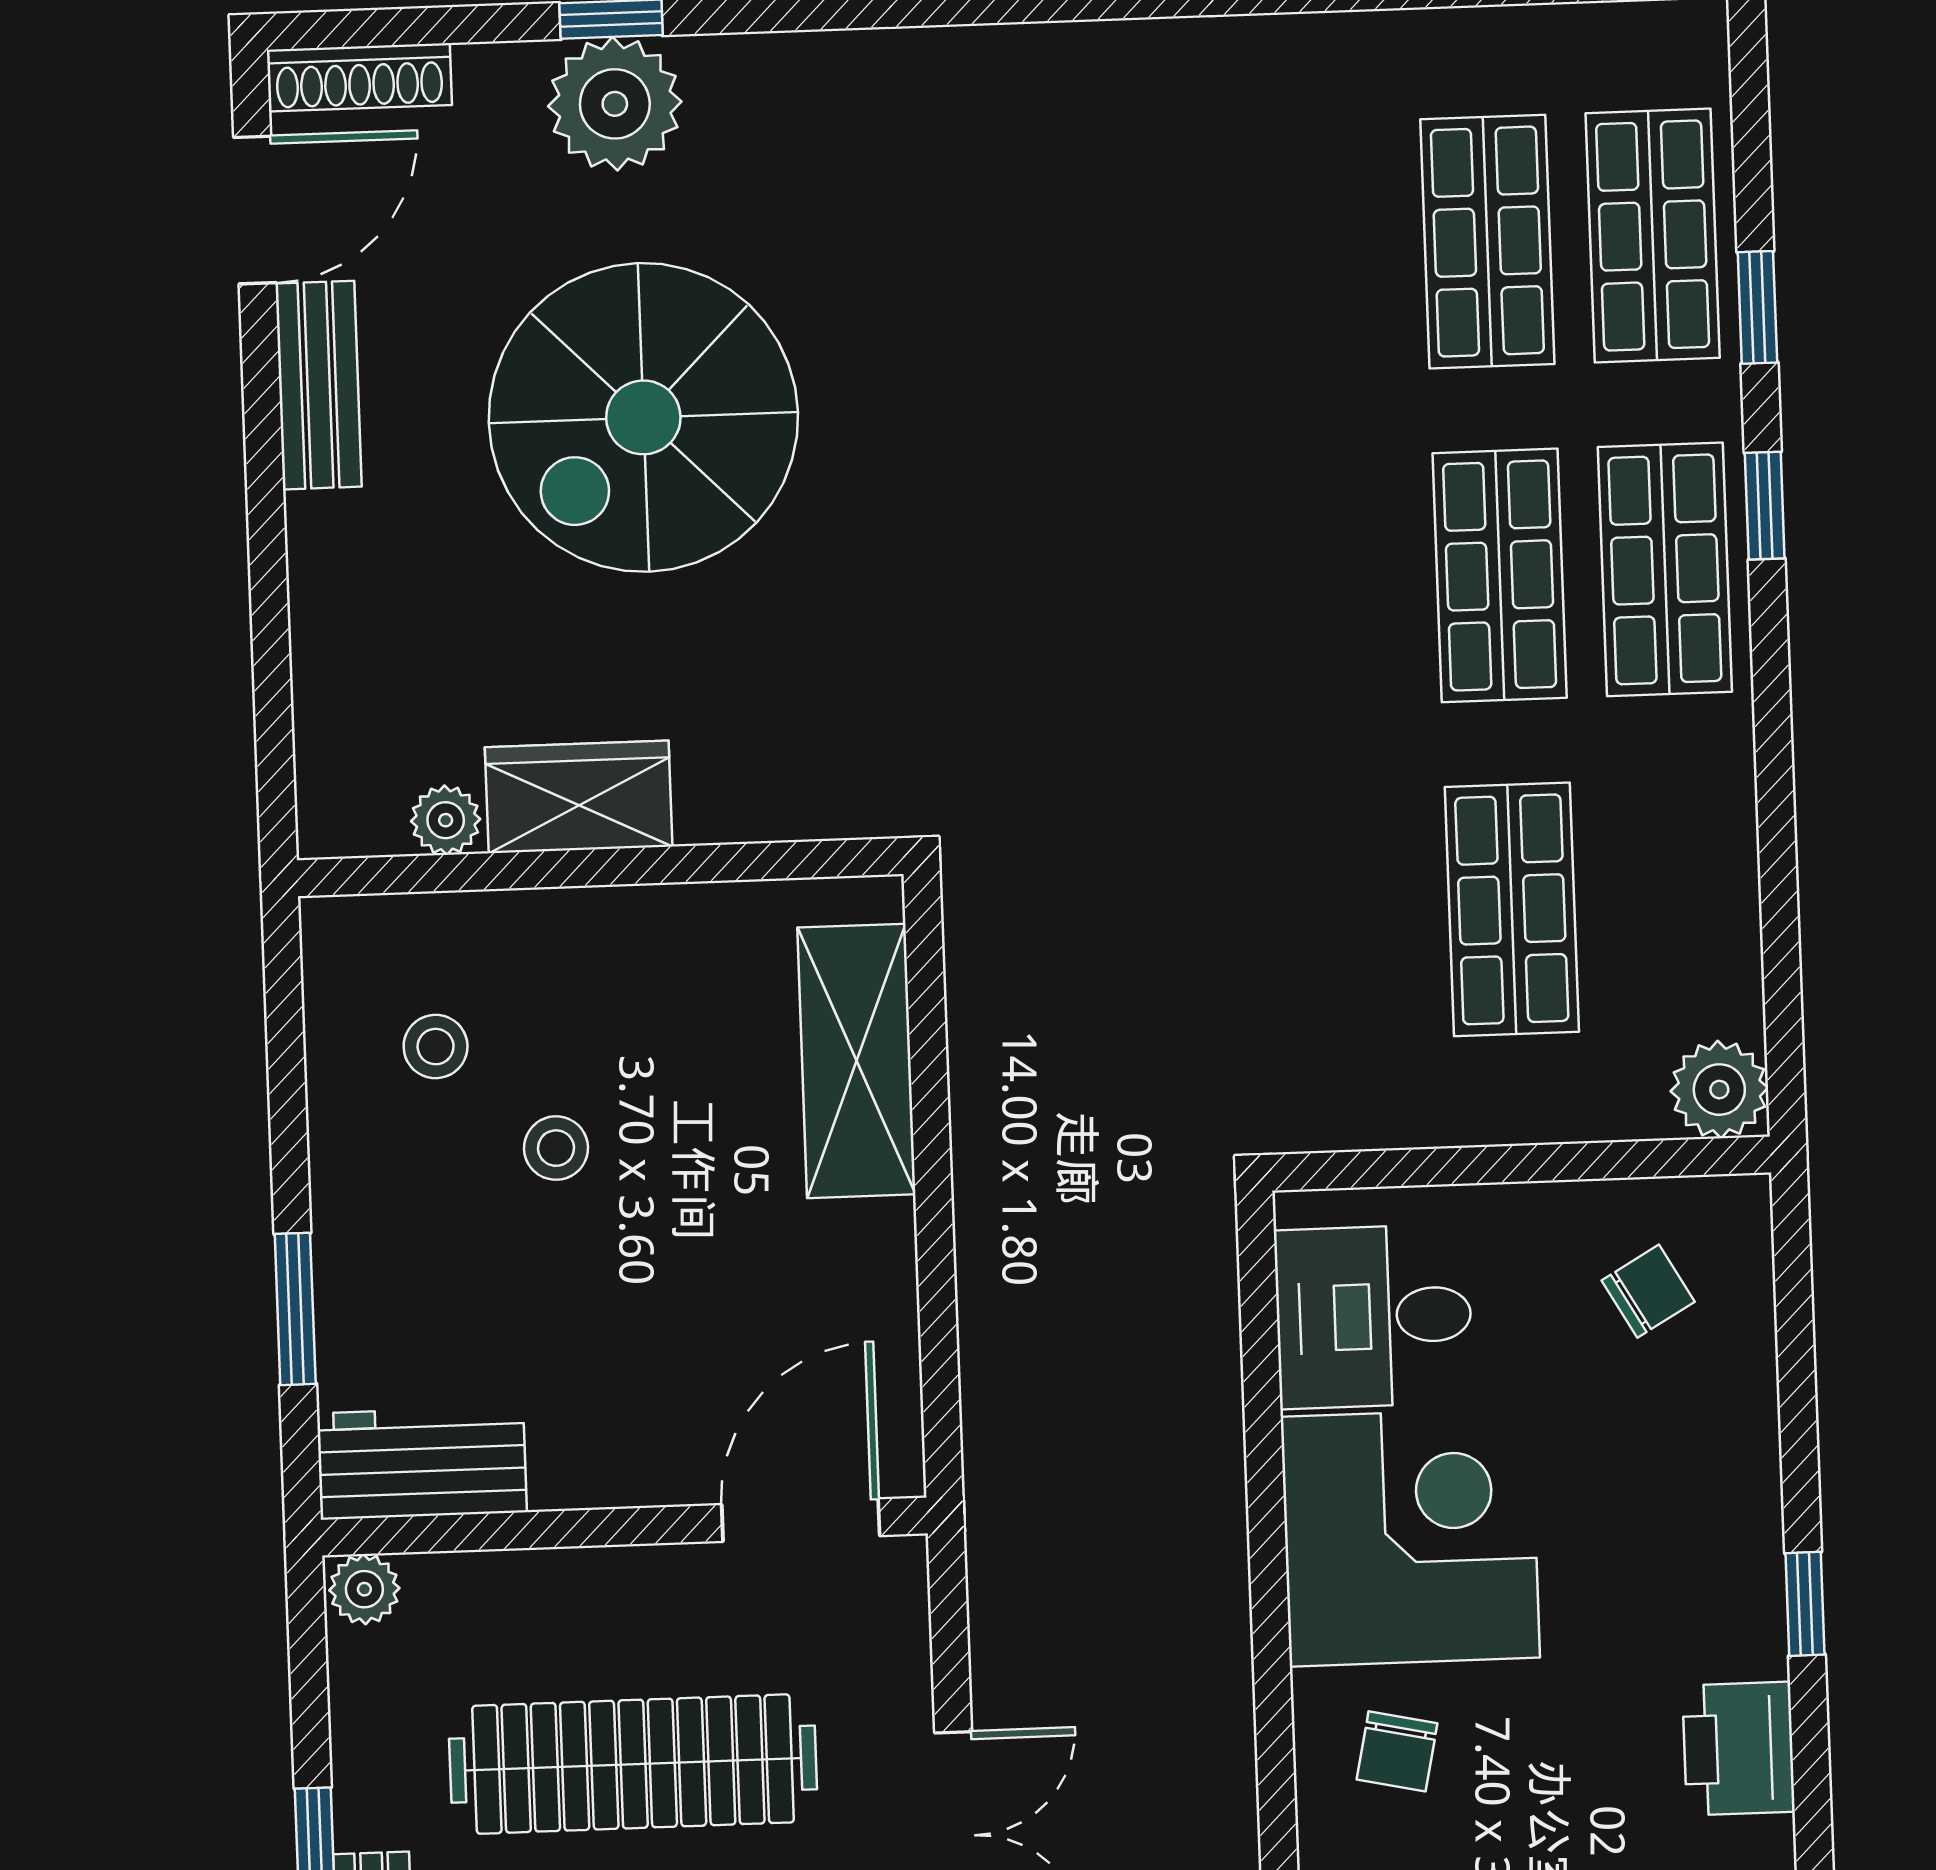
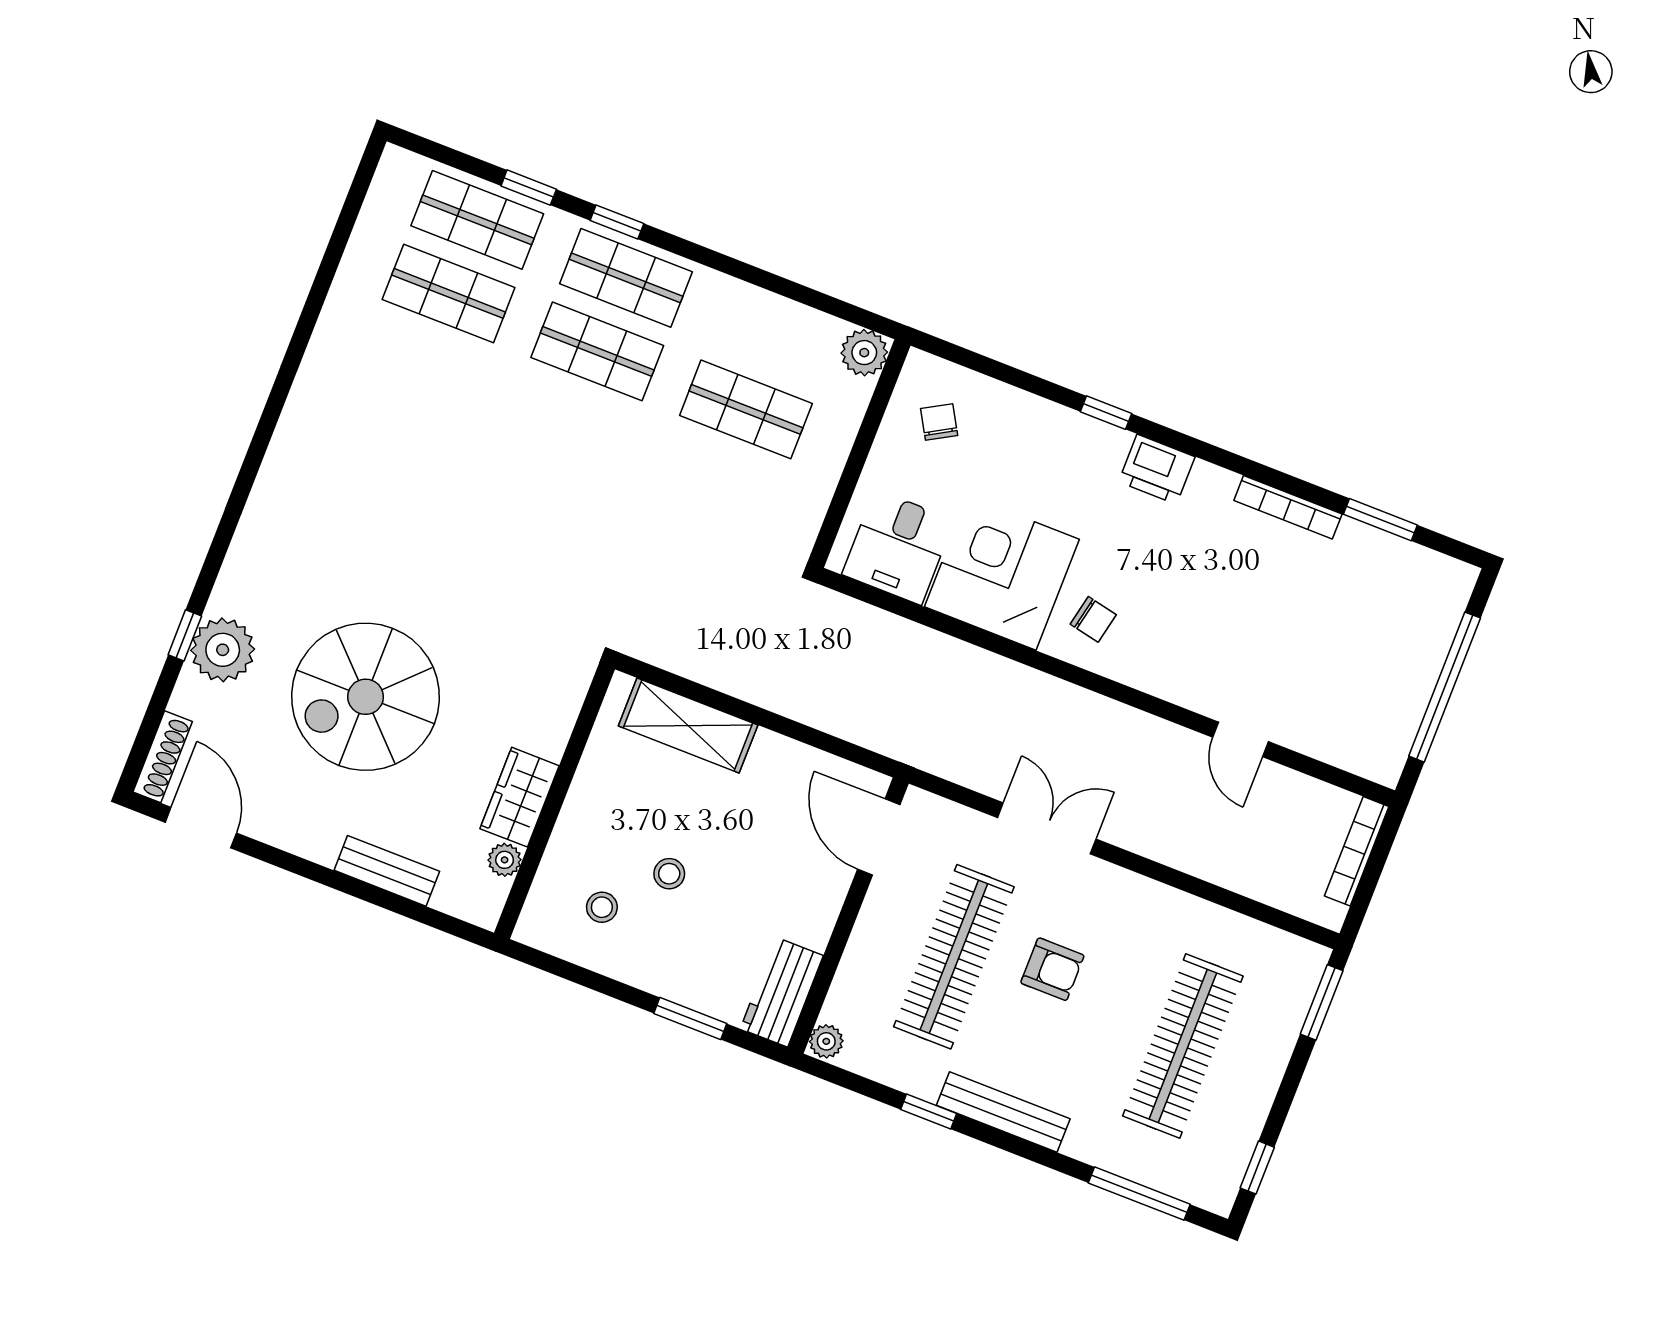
bench: (319, 385) -> (387, 871), moved
spiral stairs: (643, 417) -> (366, 697), turned 90

